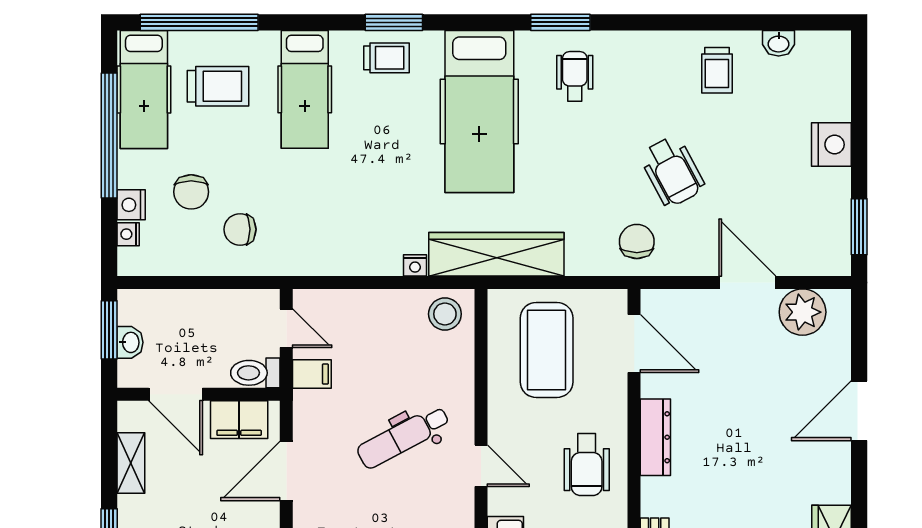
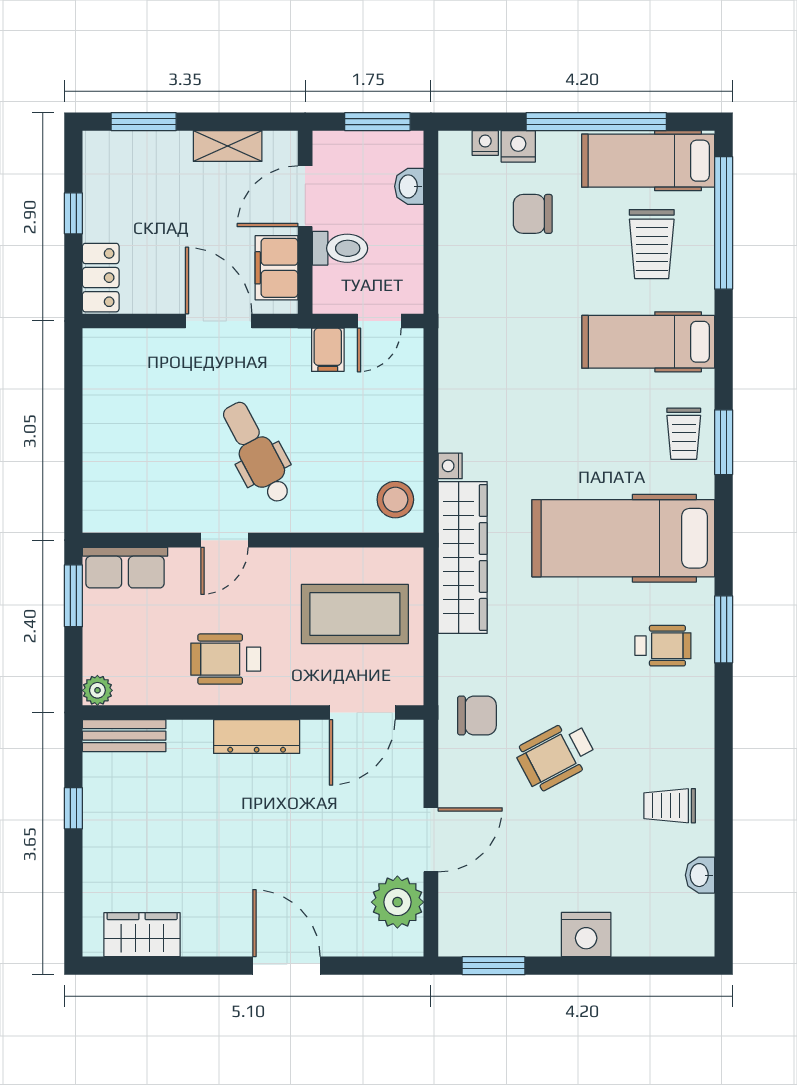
chair: (240, 229) -> (491, 269), removed
washbasin: (130, 342) -> (409, 186), moved, turned 90
toilet: (255, 373) -> (340, 248), moved, turned 90

